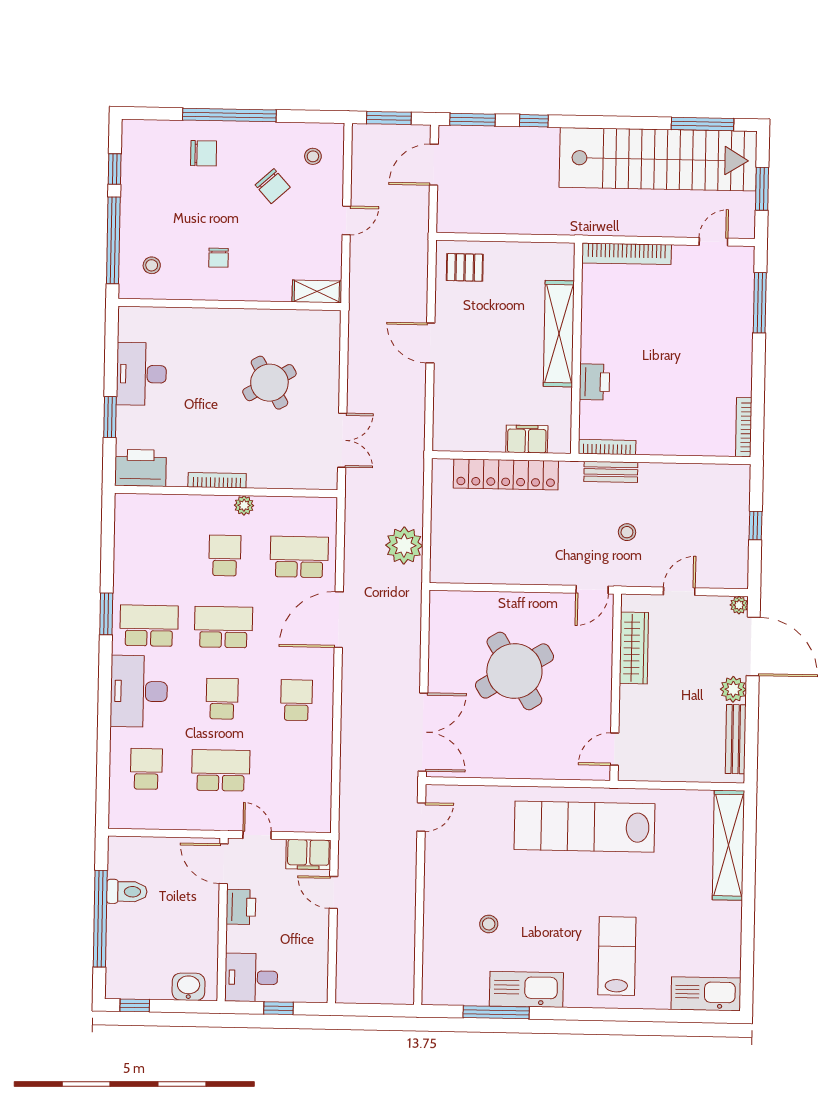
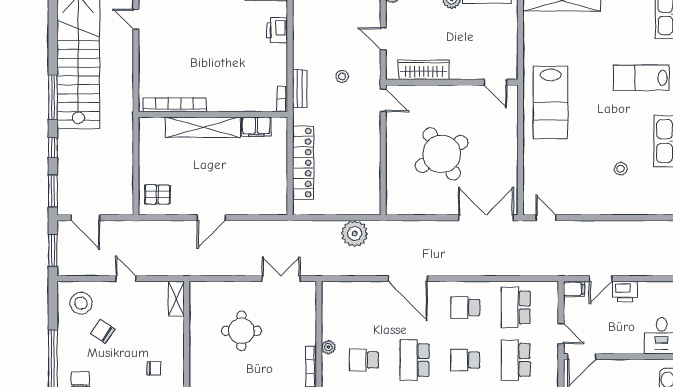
window: (702, 124) -> (53, 97), moved
stool: (313, 156) -> (81, 303), width x1.89, depth x1.89
chair: (273, 186) -> (103, 331), turned -104
bookcase: (627, 254) -> (175, 105), moved, turned -90
pallet: (465, 267) -> (157, 195), turned 90
printer: (594, 382) -> (277, 30), moved, turned -90
round table: (269, 383) -> (241, 331), turned 30
filing cabinet: (527, 439) -> (256, 127), moved, turned -90
bookcase: (607, 447) -> (282, 99), width x0.64
school desk: (299, 557) -> (516, 307), moved
lab bench: (584, 827) -> (551, 102), width x0.73
door: (257, 835) -> (561, 333), swing flipped
filing cabinet: (308, 854) -> (574, 289), width x0.50
printer: (241, 907) -> (625, 291), moved, turned 180

